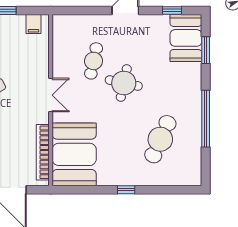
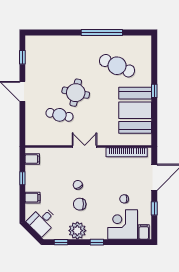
booth: (186, 38) -> (43, 47), removed
window: (206, 50) -> (52, 32), removed
booth: (74, 154) -> (135, 110), moved, turned 90

